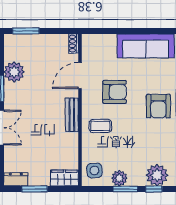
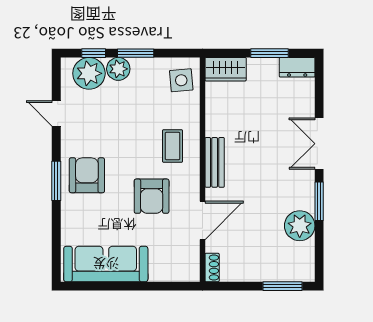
armchair: (115, 92) -> (152, 196), turned -90
coffee table: (100, 126) -> (173, 146), turned 90
plant: (119, 178) -> (118, 69), moved

